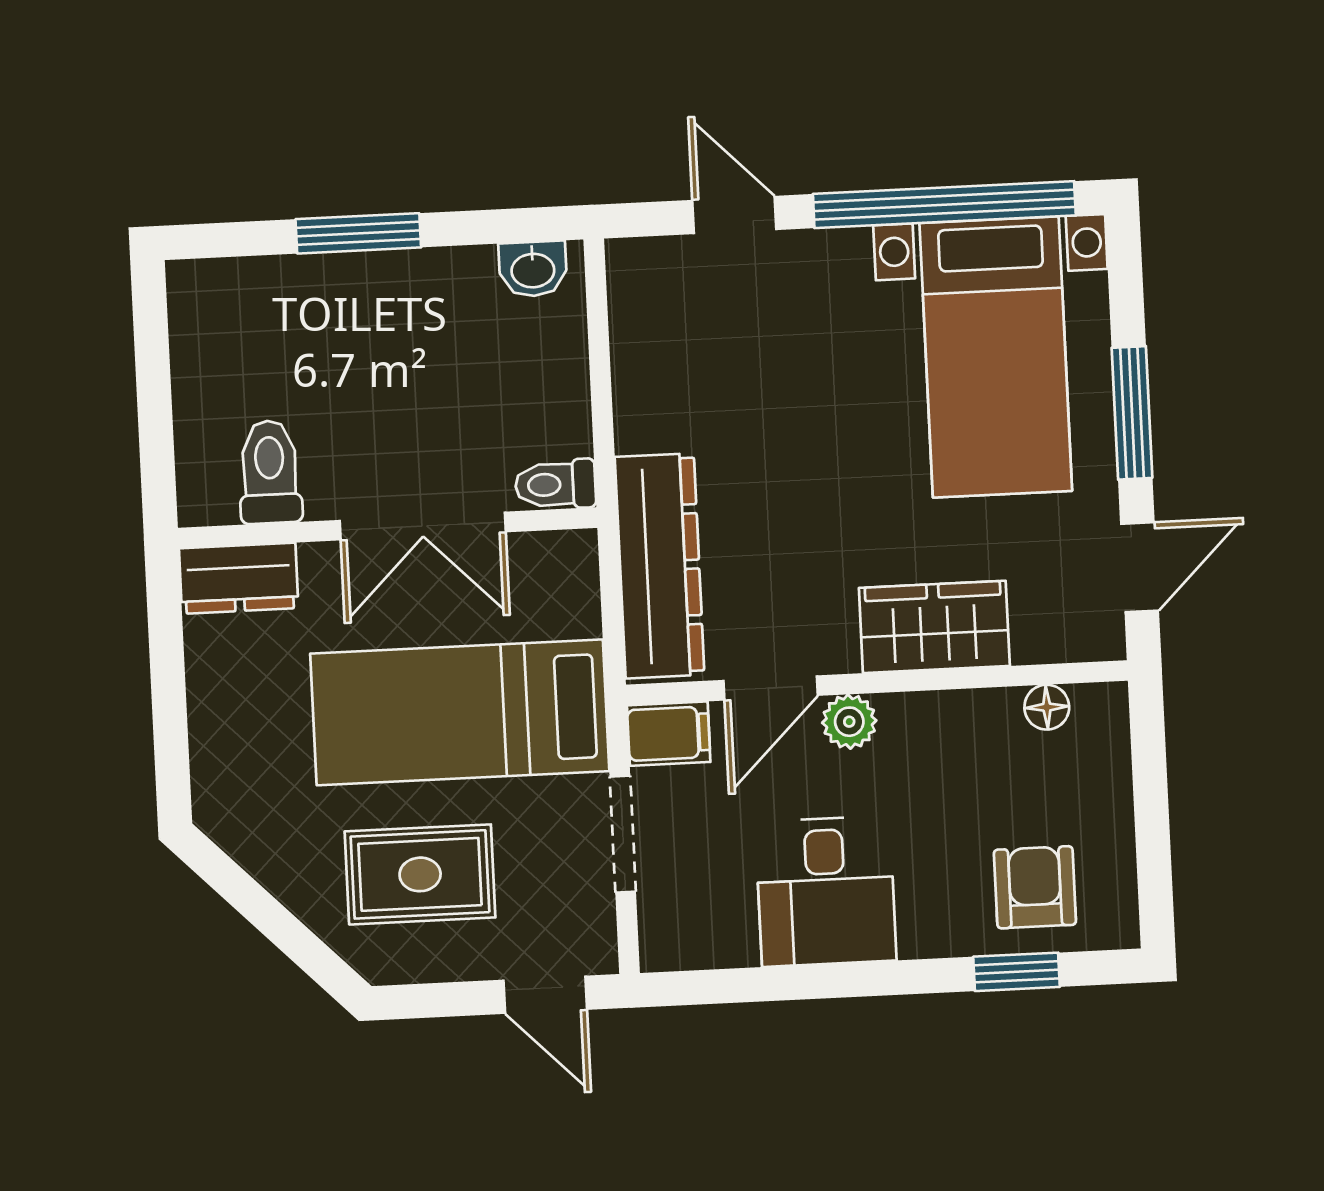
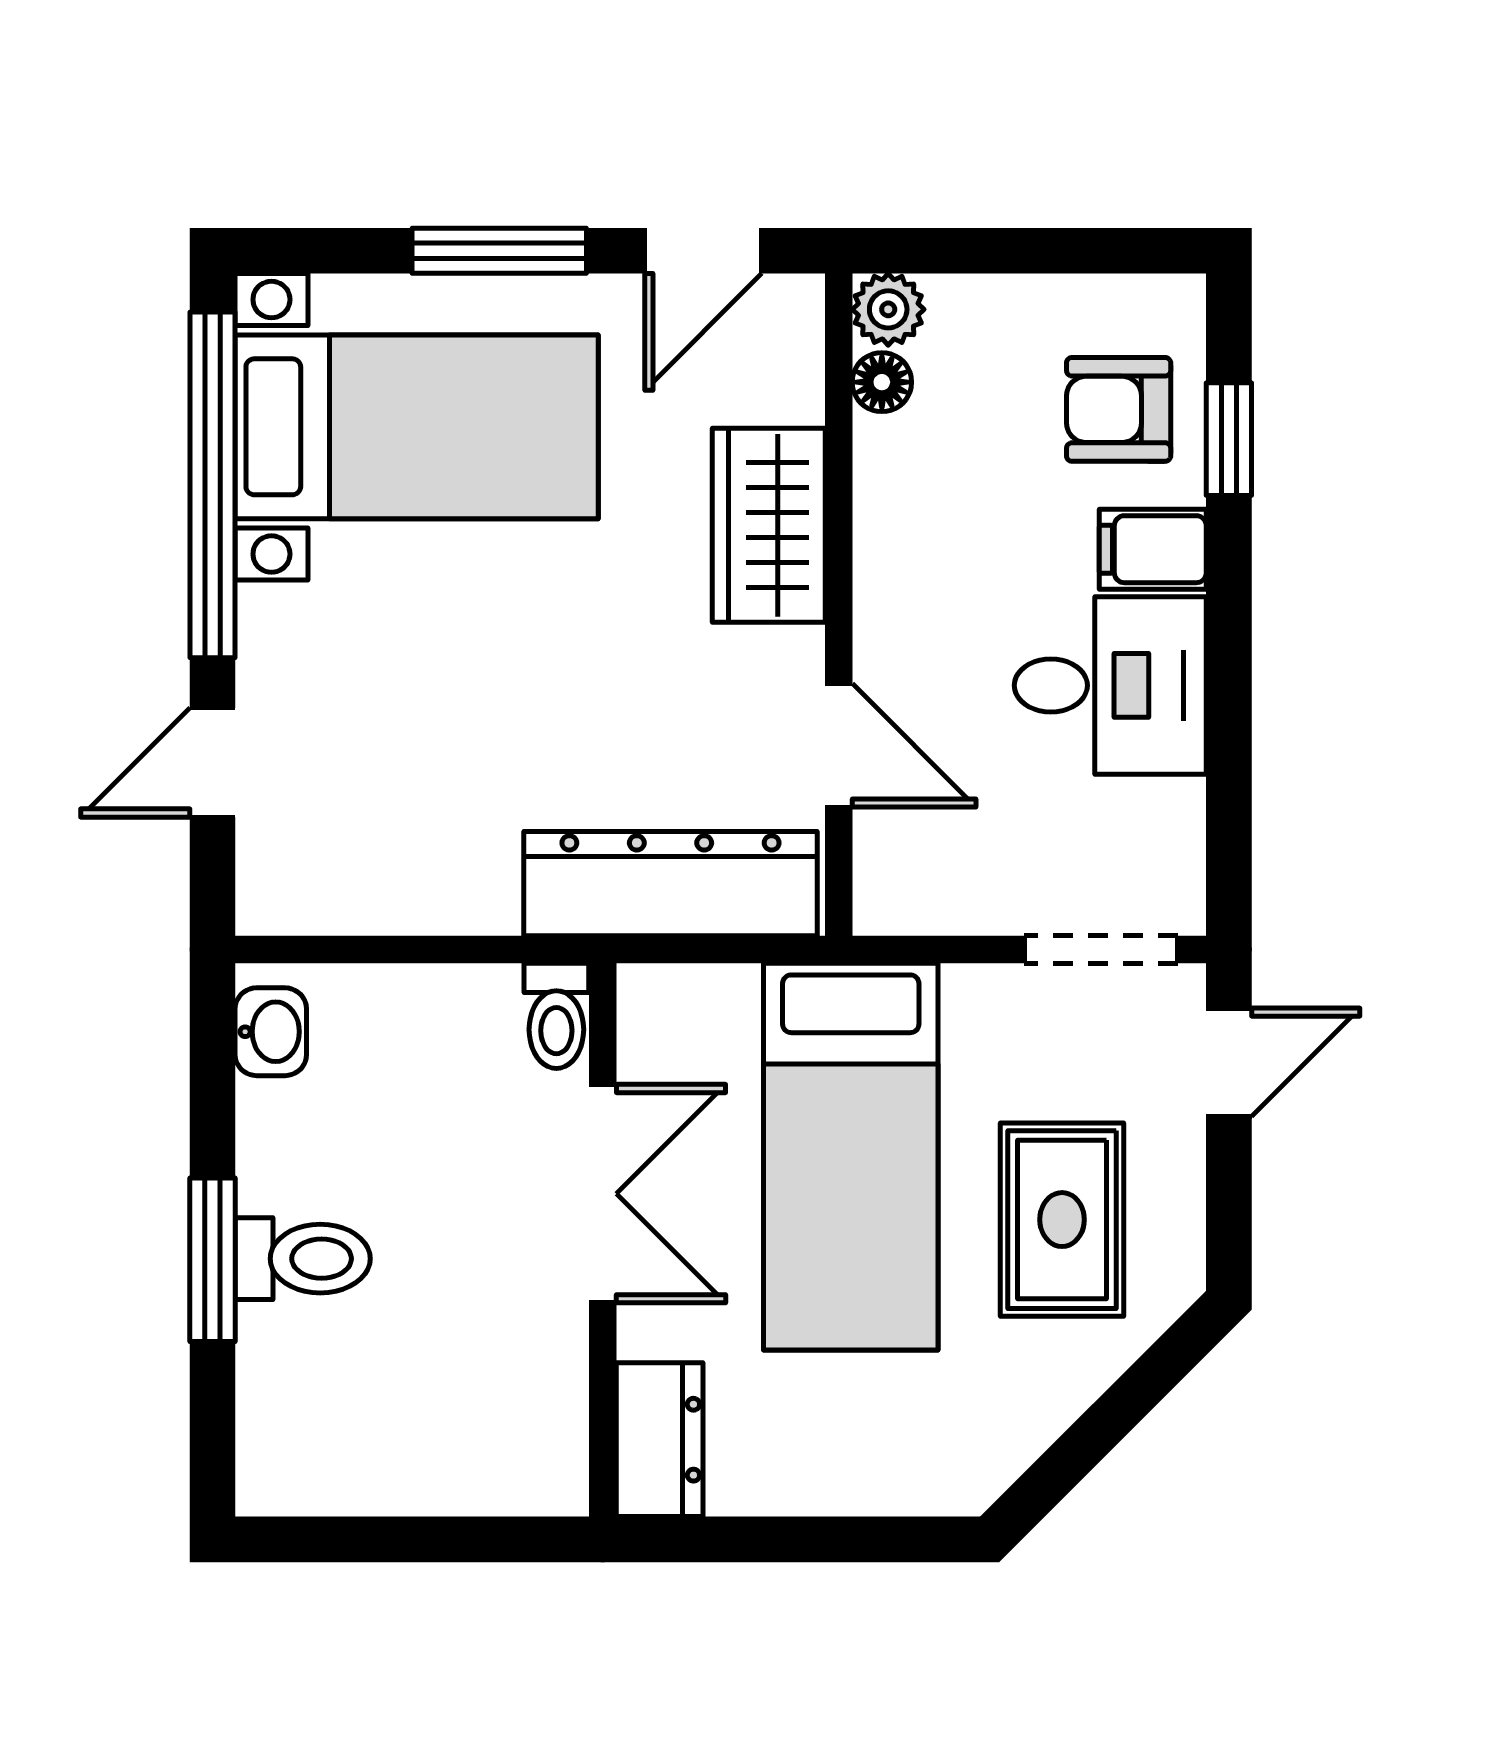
toilet: (270, 472) -> (303, 1259), moved, turned 180
door: (1140, 567) -> (703, 251), swing flipped
plant: (849, 722) -> (888, 309), moved
filing cabinet: (669, 734) -> (1153, 549), moved, turned -90
doorway: (623, 834) -> (1101, 950), moved

